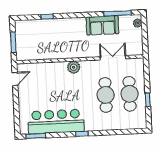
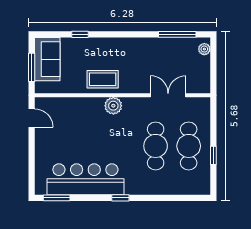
sofa: (102, 25) -> (47, 59), moved, turned -90
coffee table: (65, 48) -> (103, 79), added
door: (15, 79) -> (32, 118), hinge flipped

